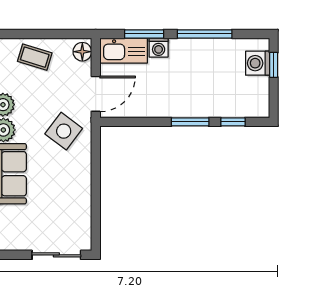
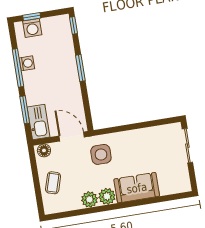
washing machine: (159, 48) -> (27, 63), moved
window: (233, 122) -> (74, 25), moved
side table: (64, 131) -> (101, 154), turned -37

